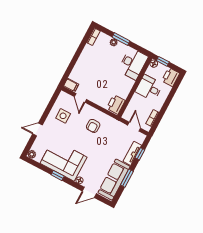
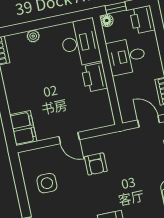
window: (121, 39) -> (39, 24), removed
filing cabinet: (71, 85) -> (23, 128), width x2.00
door: (80, 98) -> (69, 138), moved
printer: (116, 104) -> (94, 77), moved

